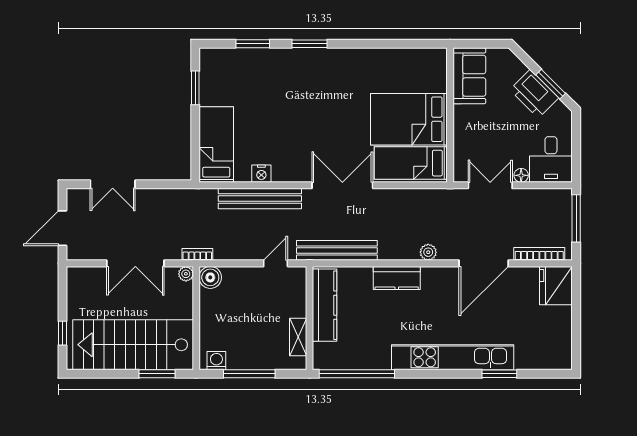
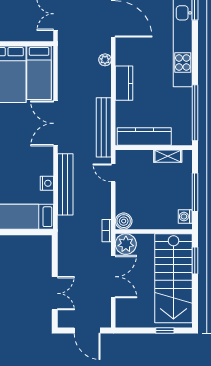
plant: (186, 274) -> (126, 244), width x1.87, depth x1.87

